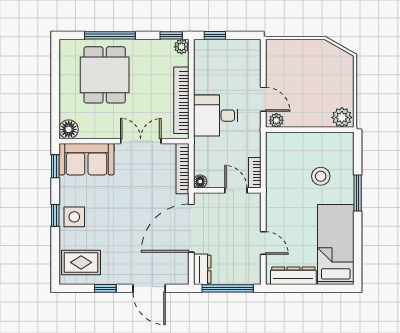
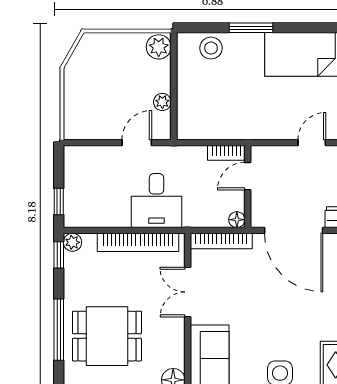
plant: (276, 120) -> (162, 102), moved
stool: (321, 176) -> (211, 48), moved

